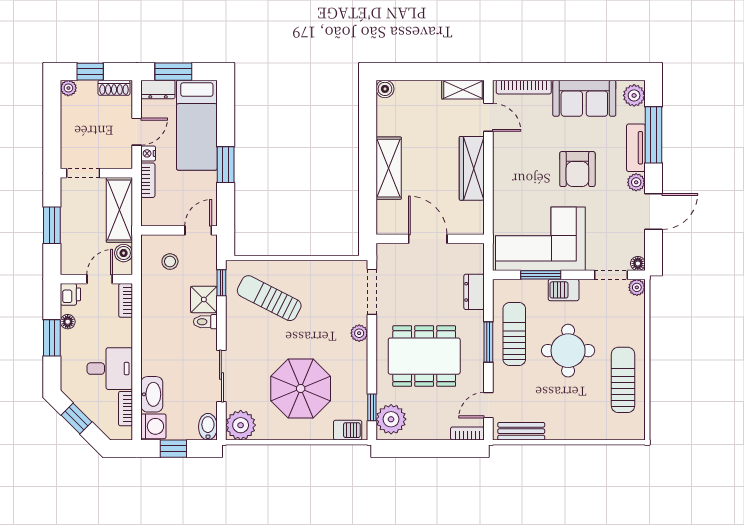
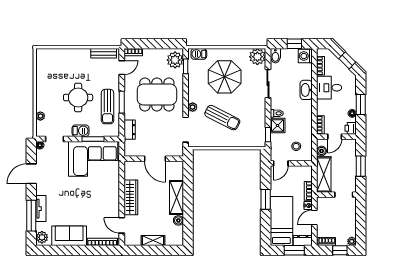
boiler: (385, 89) -> (178, 220), moved
shelving: (463, 90) -> (153, 241), moved
armchair: (577, 169) -> (73, 197), removed
plant: (636, 182) -> (41, 190), removed
plant: (637, 287) -> (40, 116), moved
sun lounger: (269, 298) -> (222, 118), moved
sun lounger: (623, 380) -> (48, 81), removed
washbasin: (152, 394) -> (306, 90), moved

